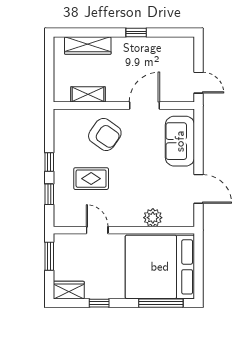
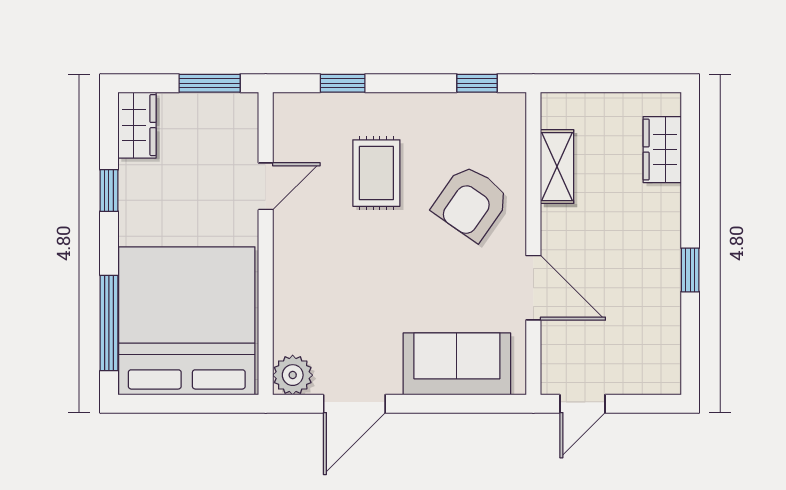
wardrobe: (88, 45) -> (662, 150), width x0.67
window: (49, 162) -> (477, 83), moved
plant: (153, 218) -> (293, 375), moved

